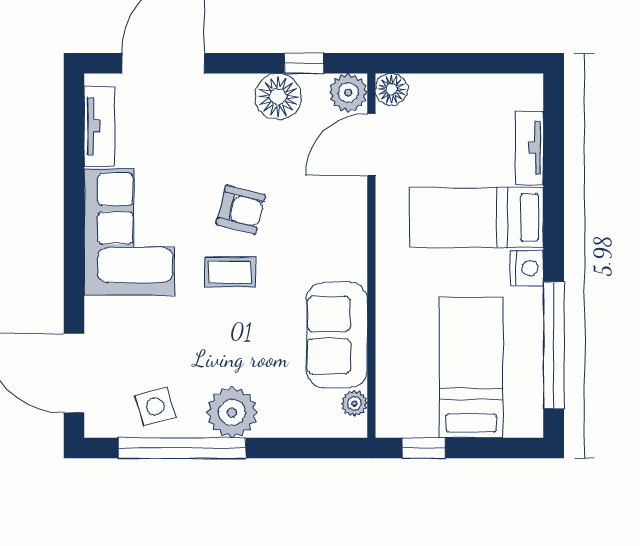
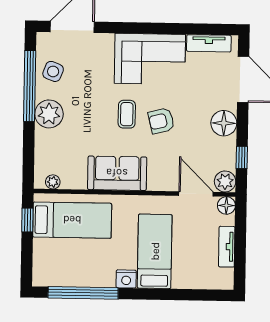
floor lamp: (278, 97) -> (224, 123), moved
tv unit: (529, 148) -> (227, 247), moved, turned -90
armchair: (241, 210) -> (161, 121), turned 62
sofa: (337, 335) -> (117, 173), moved
bed: (471, 367) -> (72, 220), moved
side table: (155, 406) -> (53, 71), turned 37

